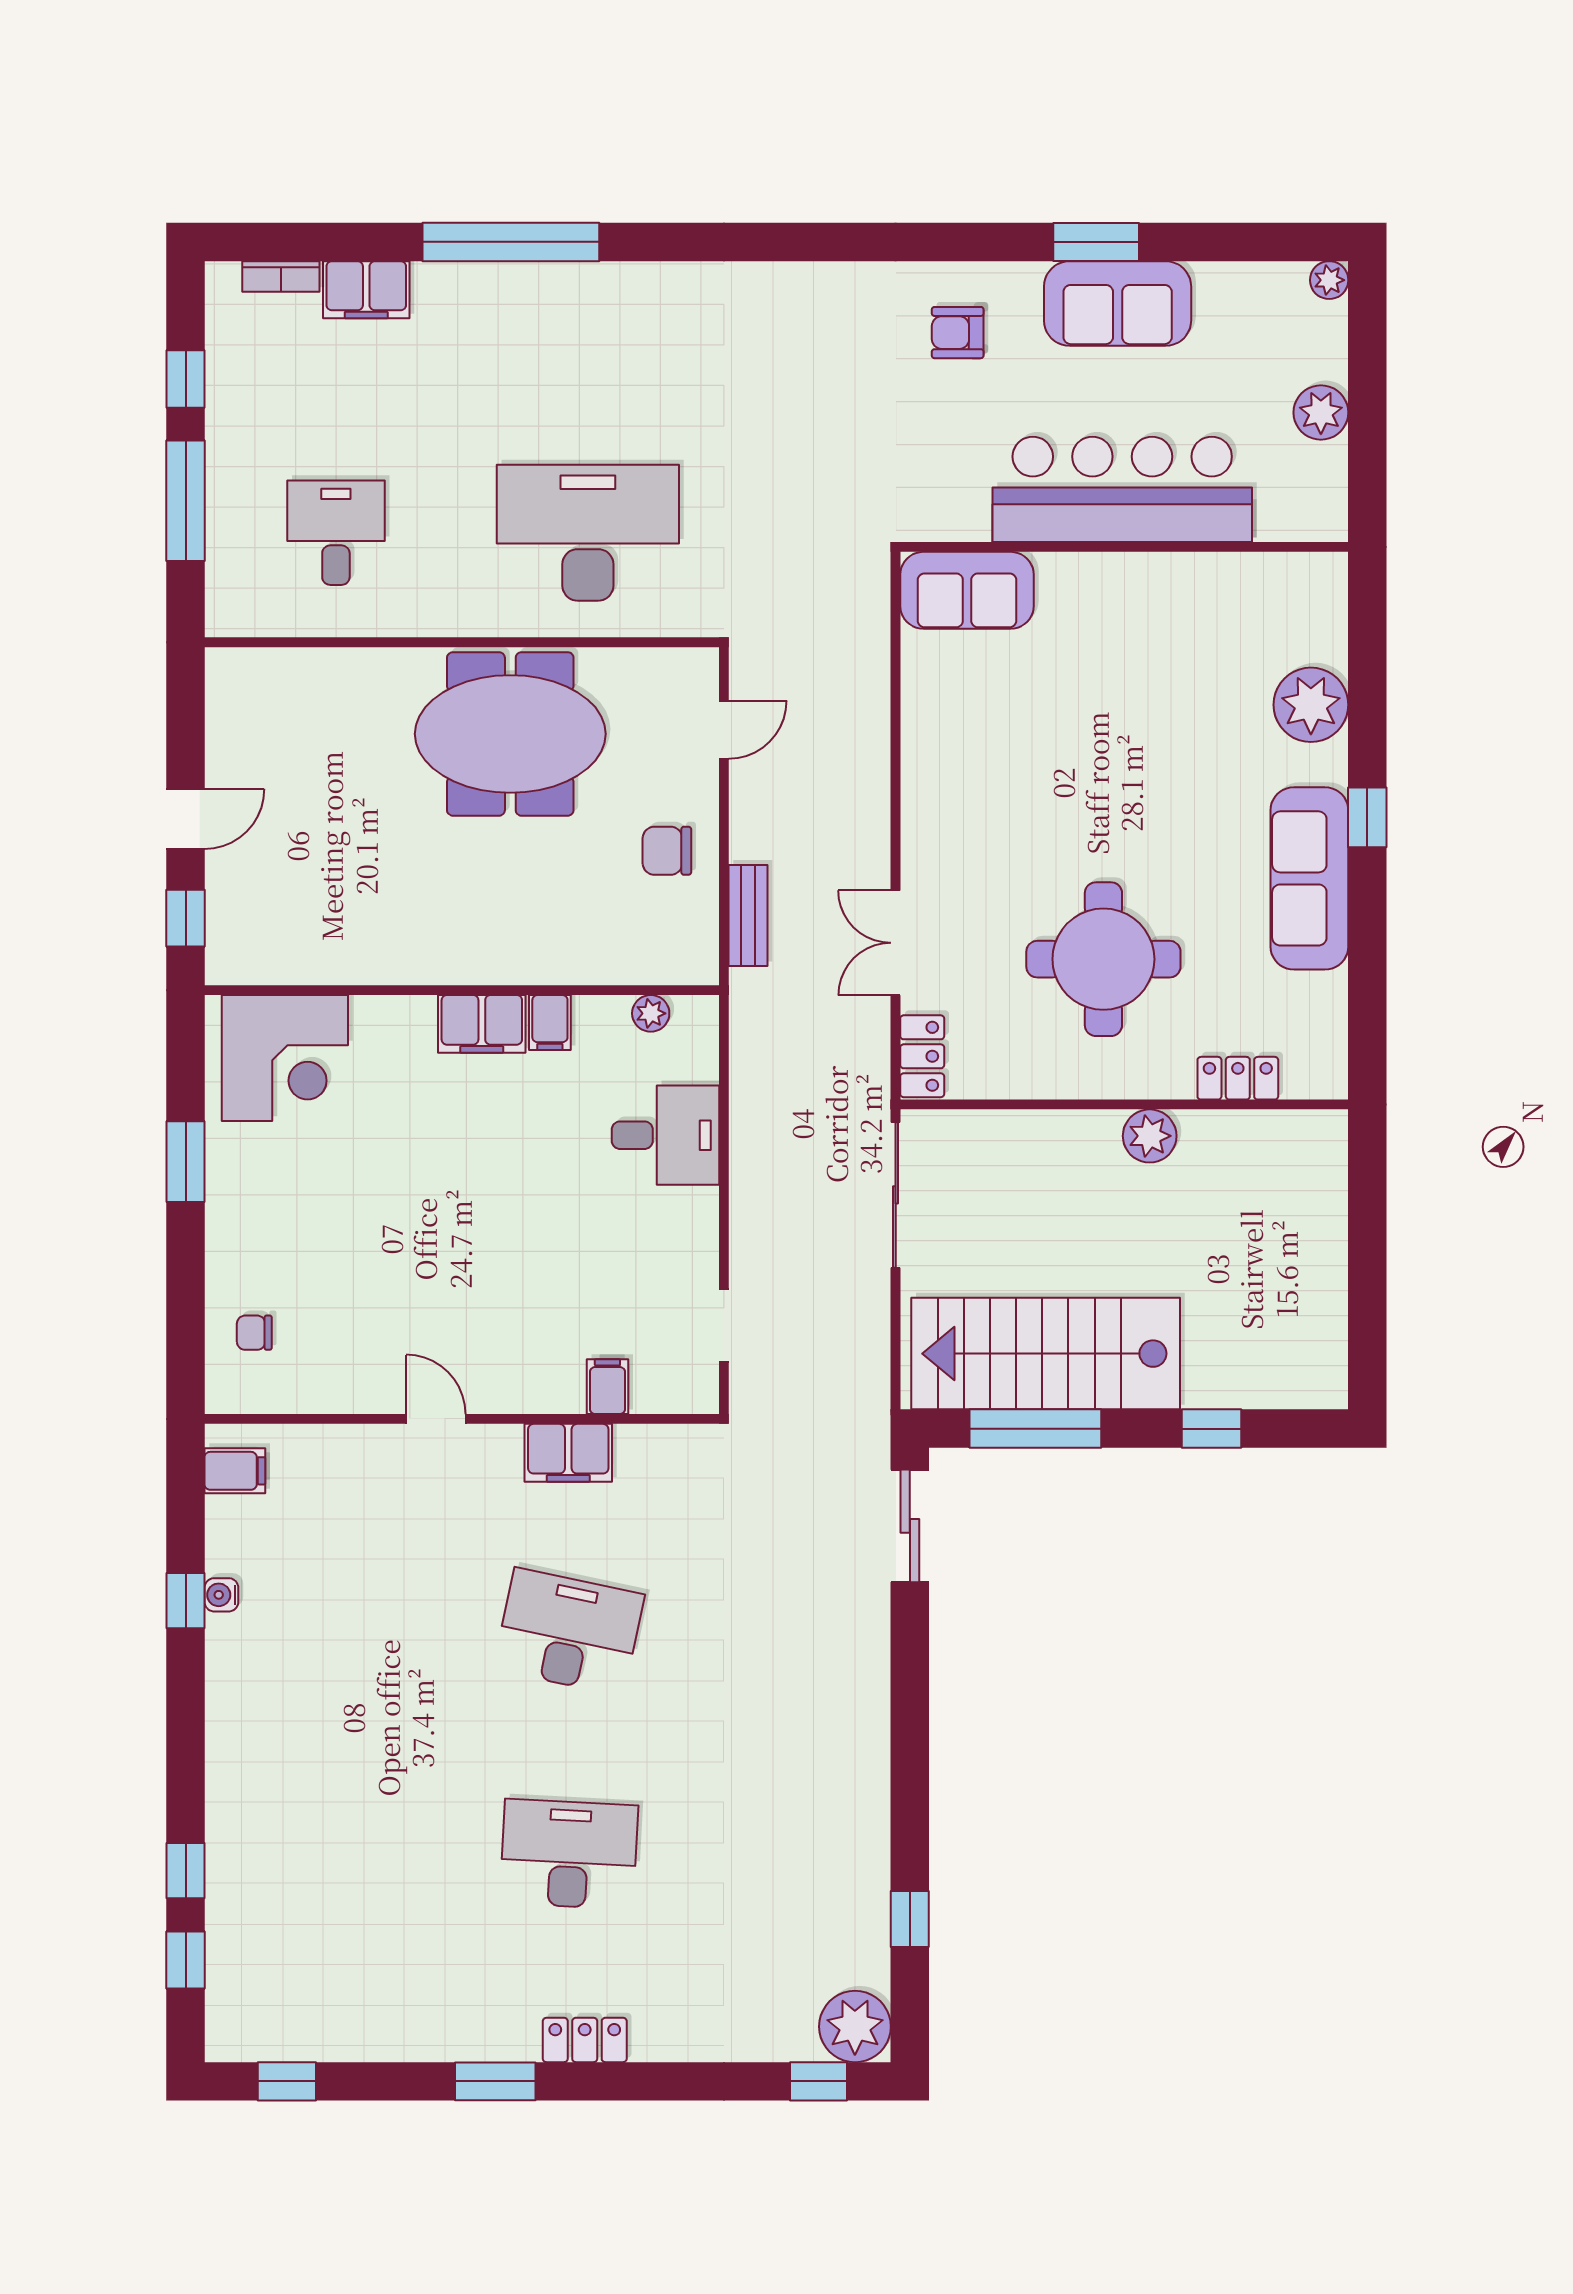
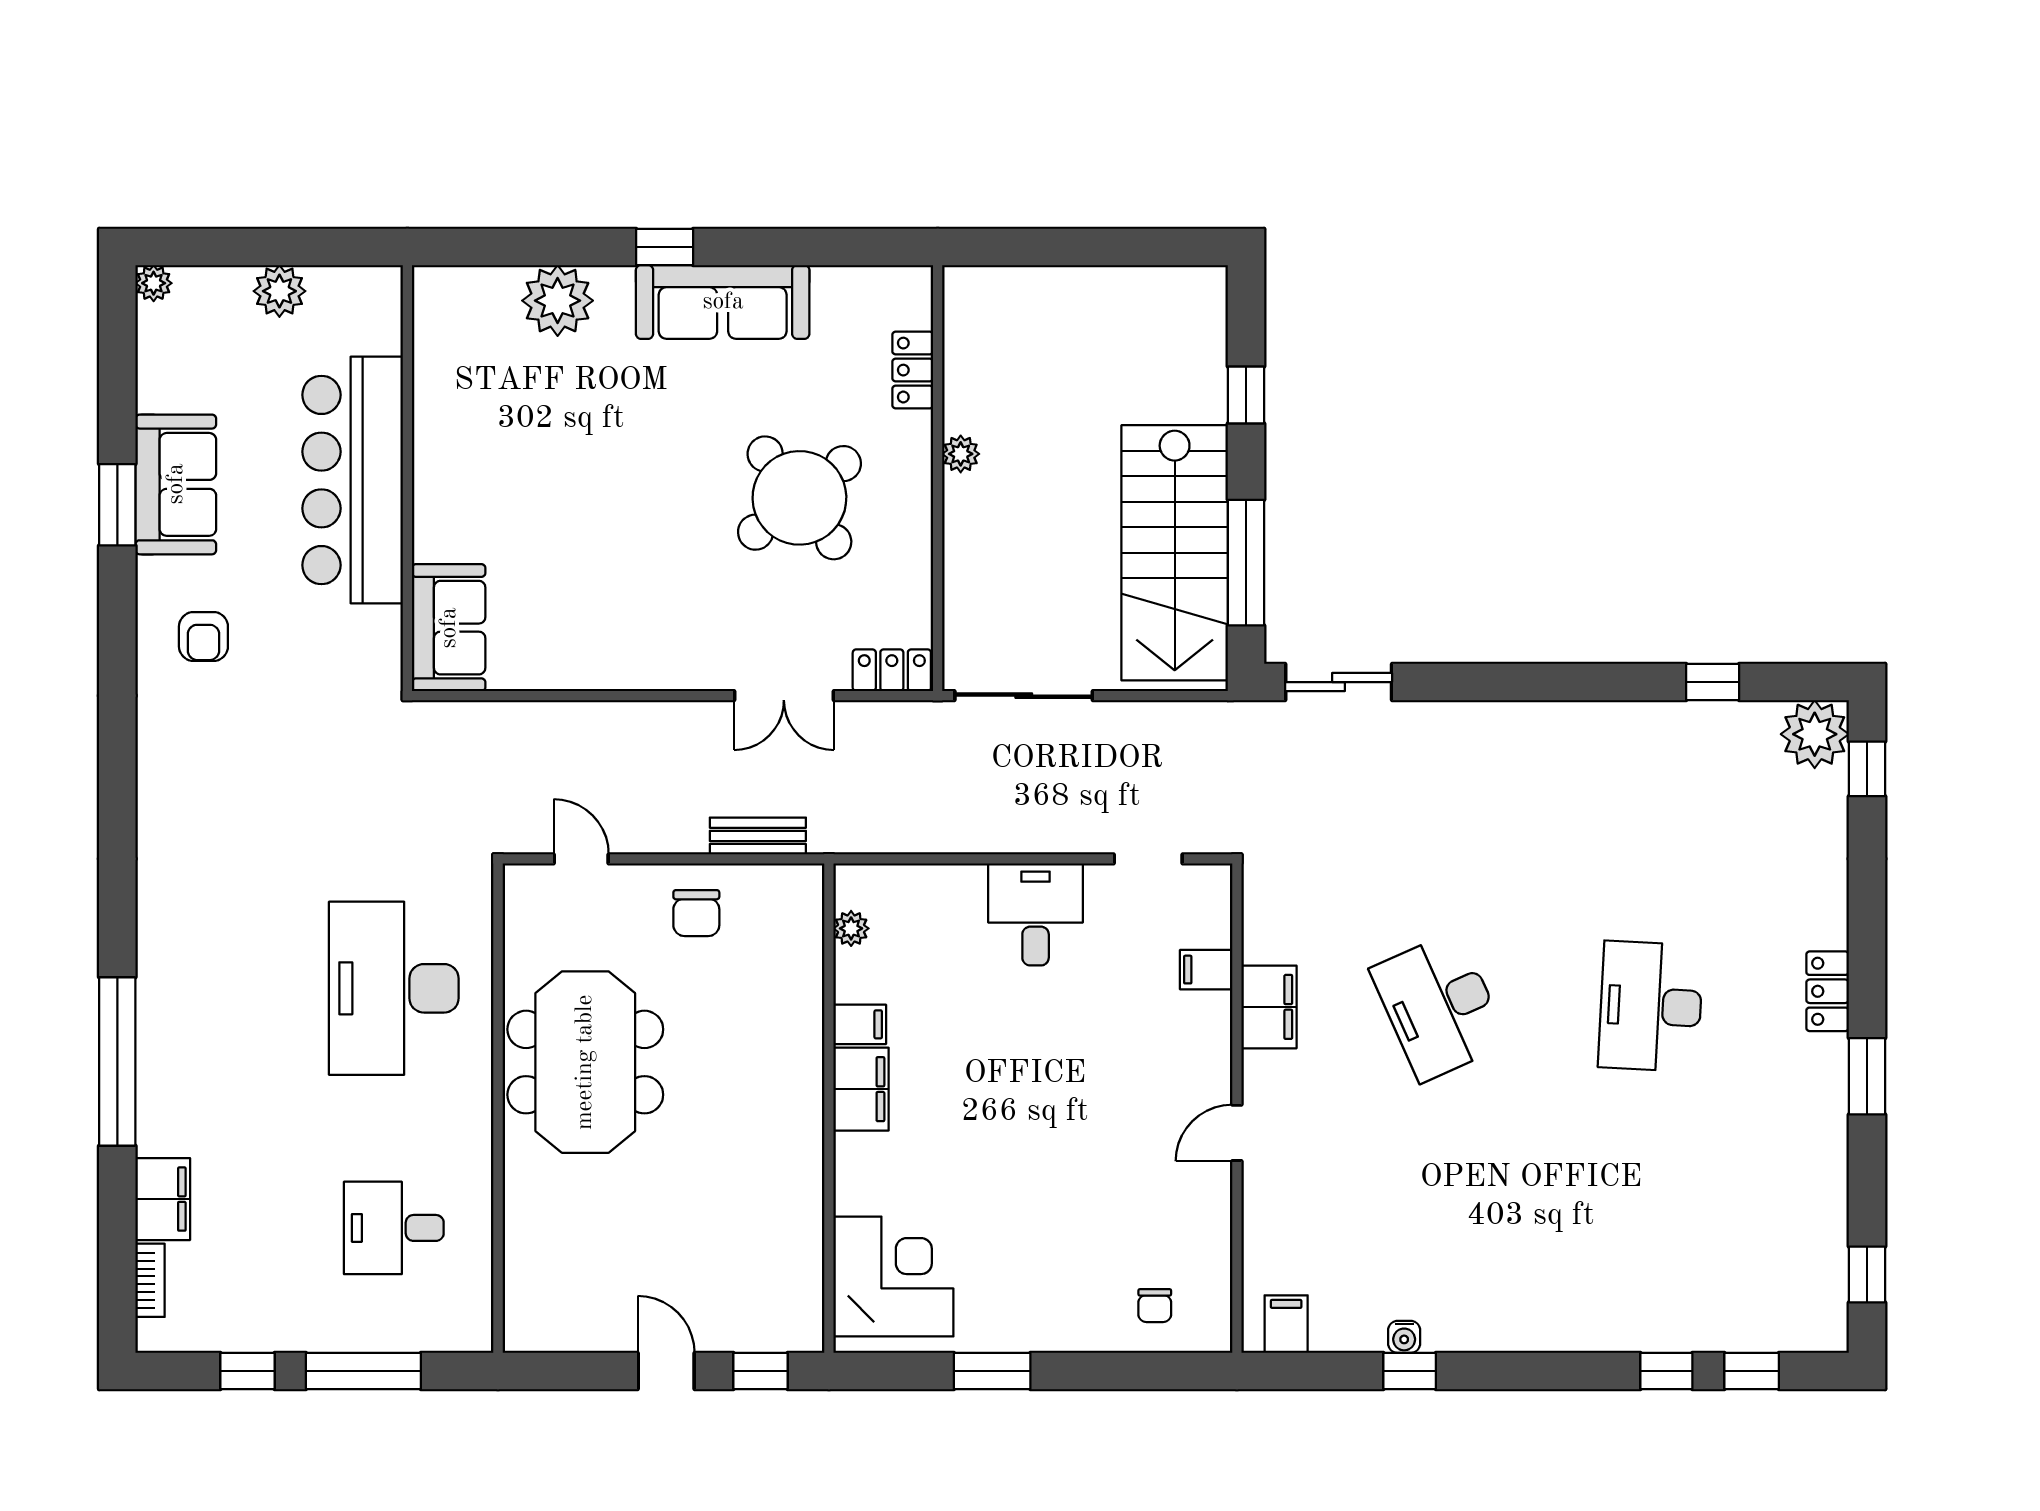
round table: (1103, 959) -> (799, 498), turned -38
desk: (666, 1135) -> (1036, 914), moved
plant: (1150, 1136) -> (961, 454), width x0.73, depth x0.73
desk: (569, 1632) -> (1439, 1006), turned -36

